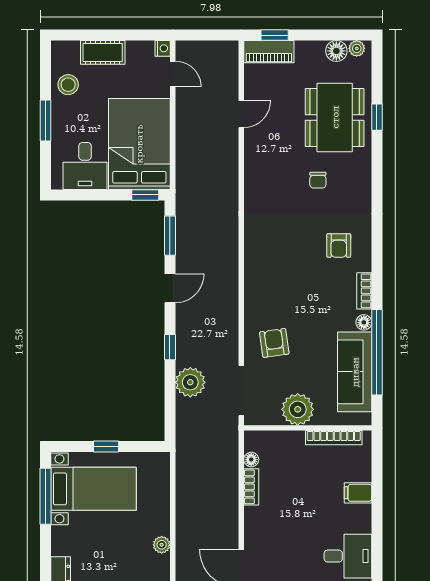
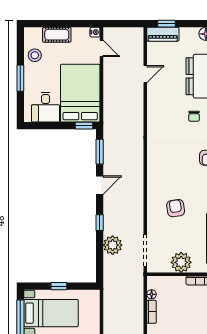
armchair: (274, 343) -> (176, 208), moved

